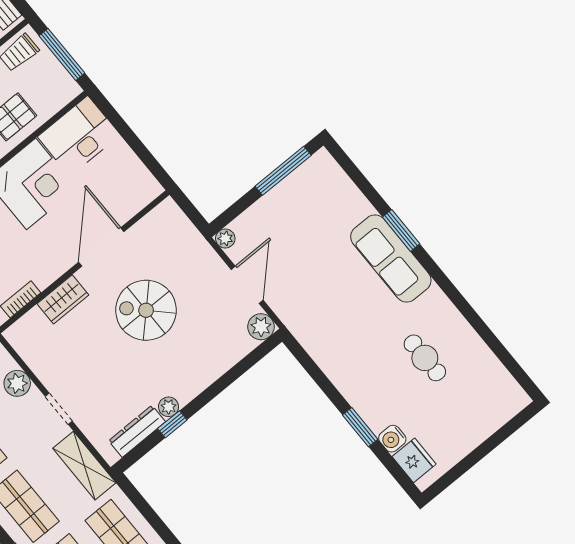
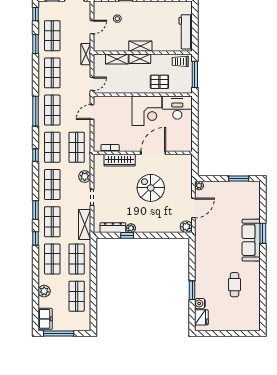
window: (283, 171) -> (239, 179), width x0.69
wardrobe: (63, 299) -> (120, 160), width x1.50

